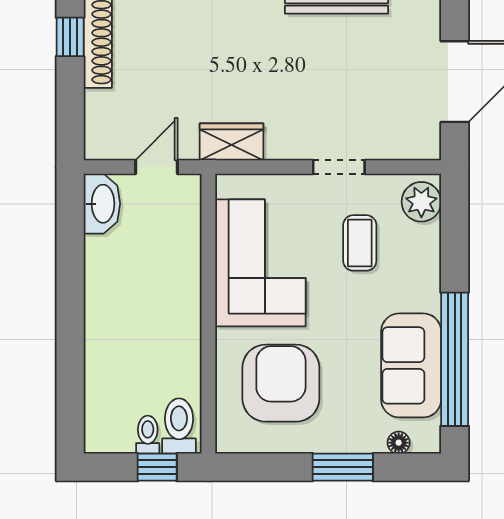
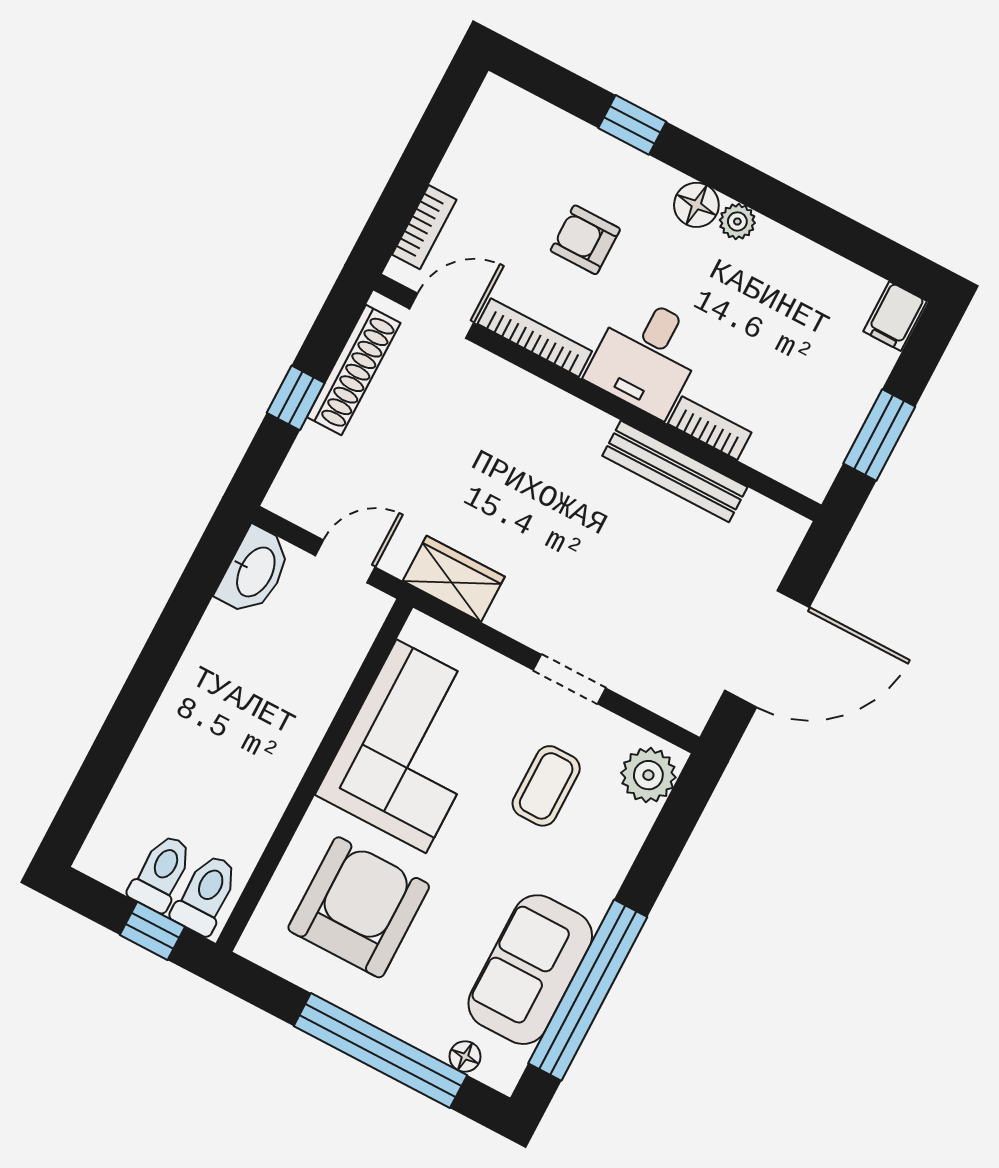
window: (70, 37) -> (296, 398), moved
toilet: (148, 435) -> (161, 873), width x1.37, depth x1.39
window: (343, 467) -> (380, 1051), width x2.11

